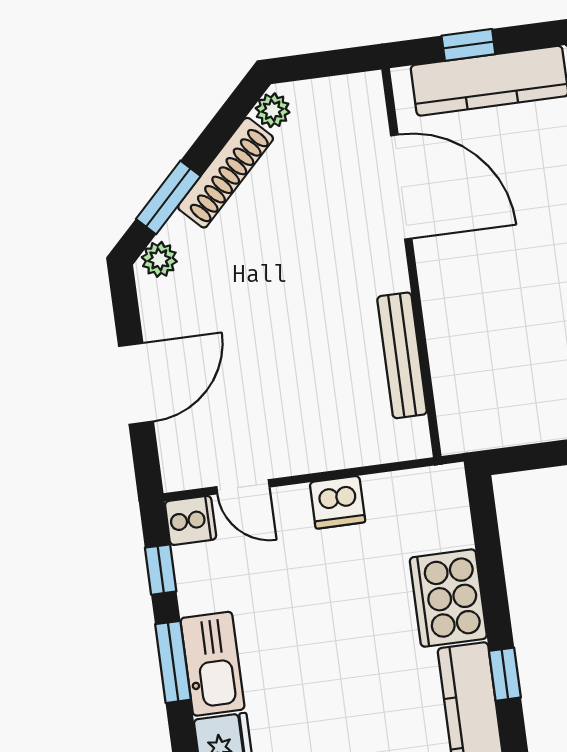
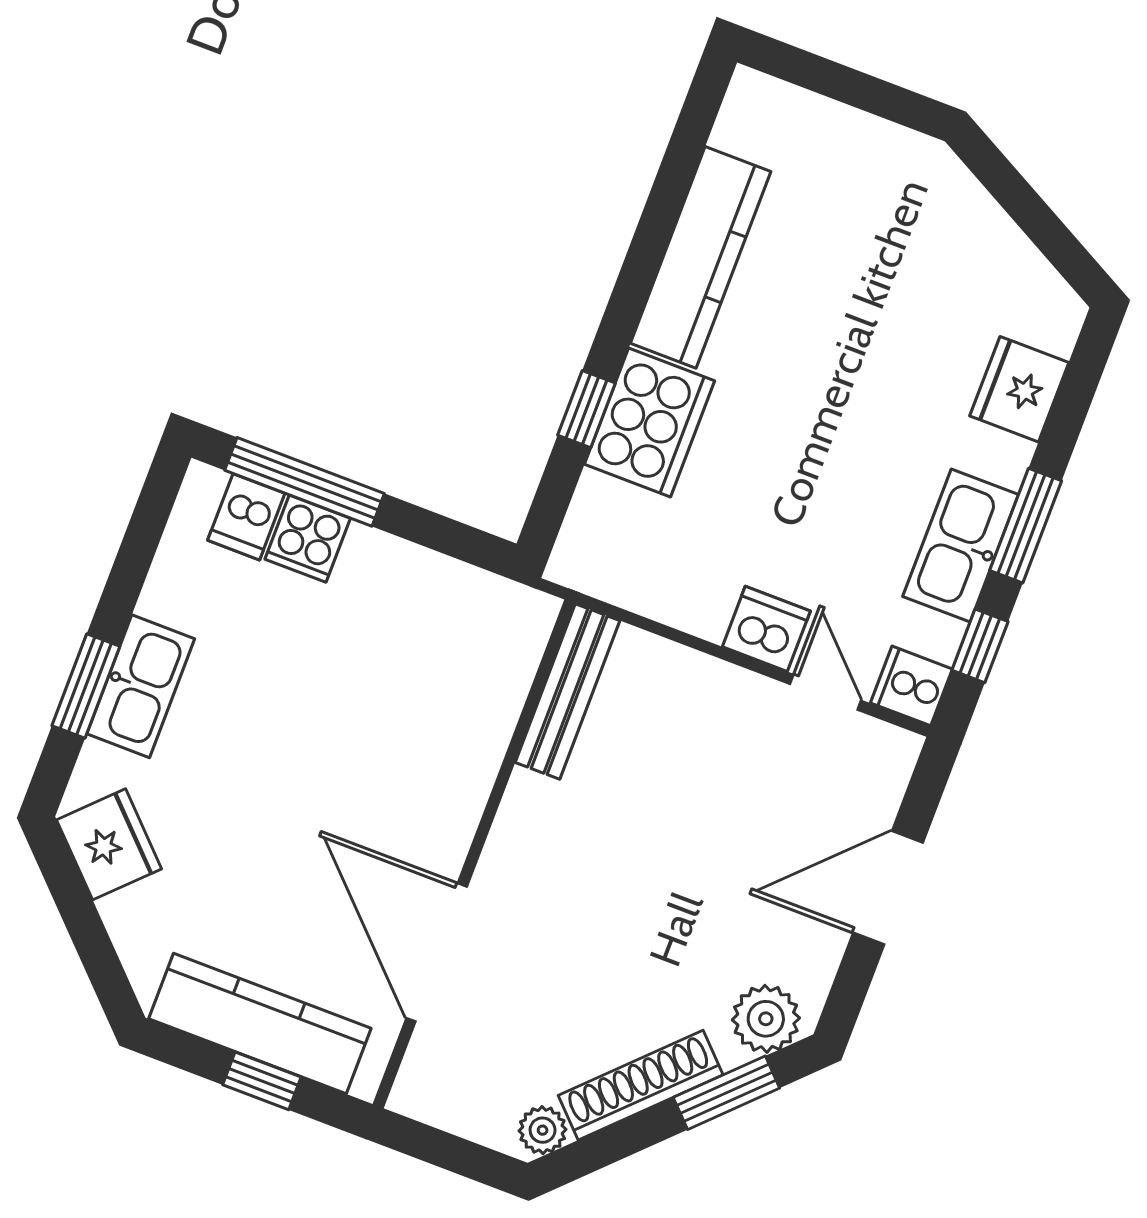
plant: (159, 259) -> (766, 1019), width x1.38, depth x1.38
bench: (402, 355) -> (567, 692), moved
dishwasher: (337, 502) -> (766, 629), moved
kitchen sink: (212, 664) -> (961, 546), moved
window: (505, 674) -> (586, 409), moved

